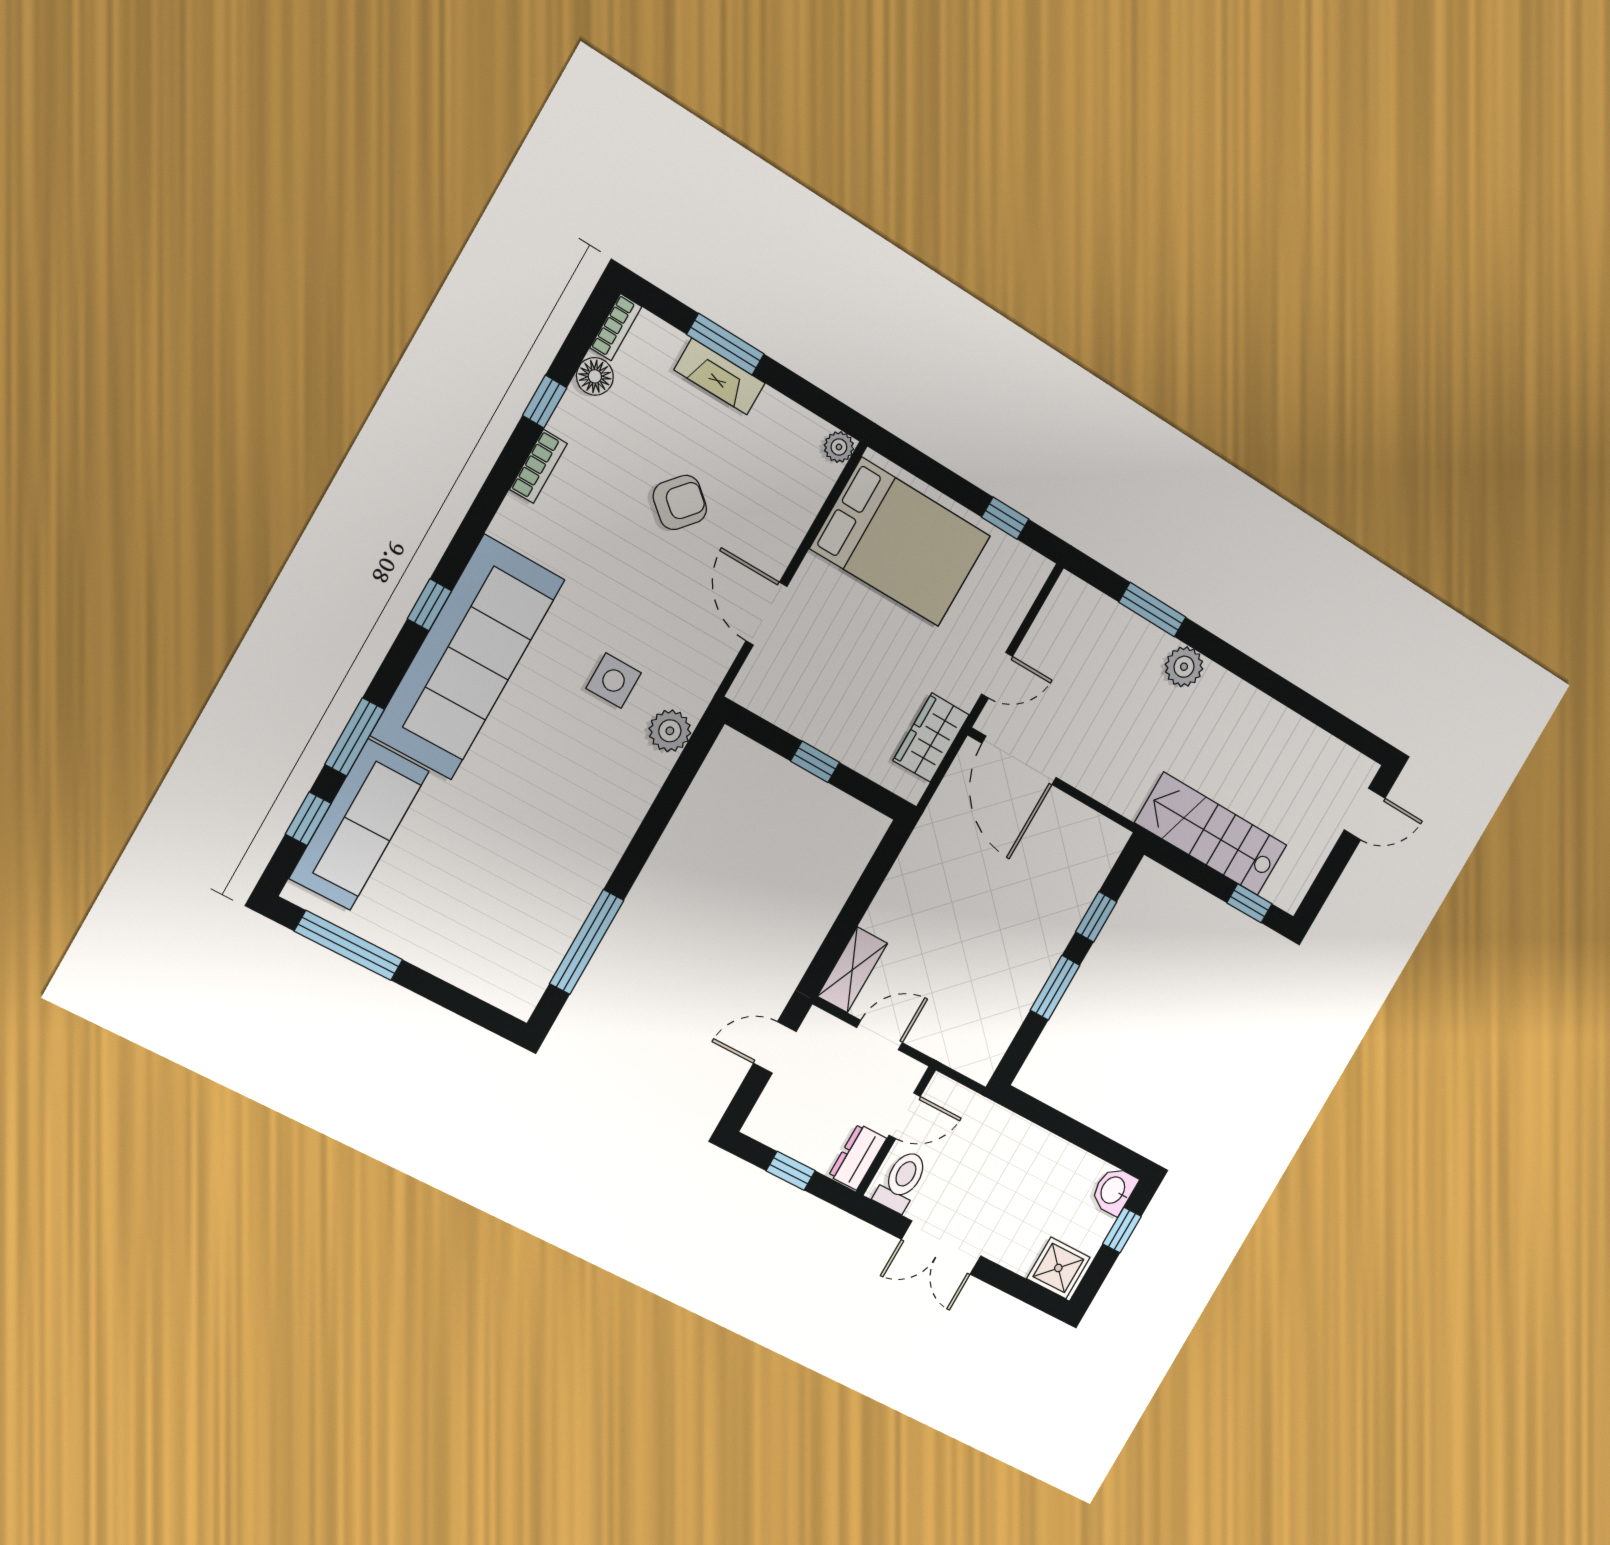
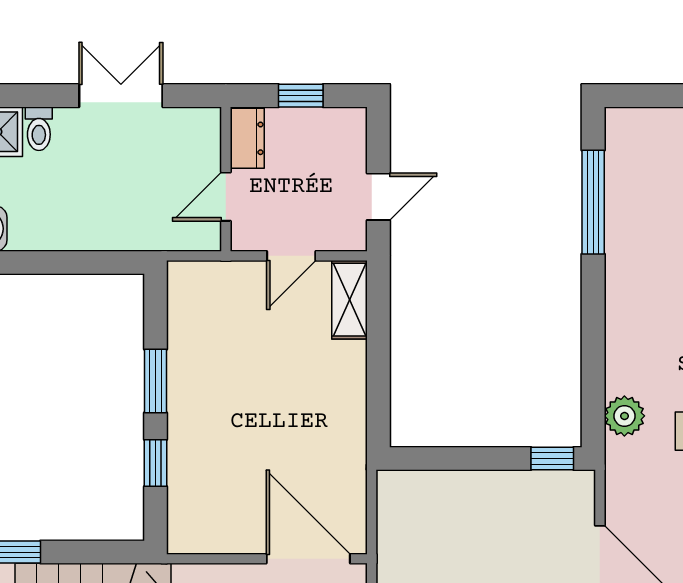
wardrobe: (931, 738) -> (398, 535), removed
window: (815, 762) -> (552, 459), moved
toilet: (902, 1181) -> (39, 129), moved, width x0.73, depth x0.72

